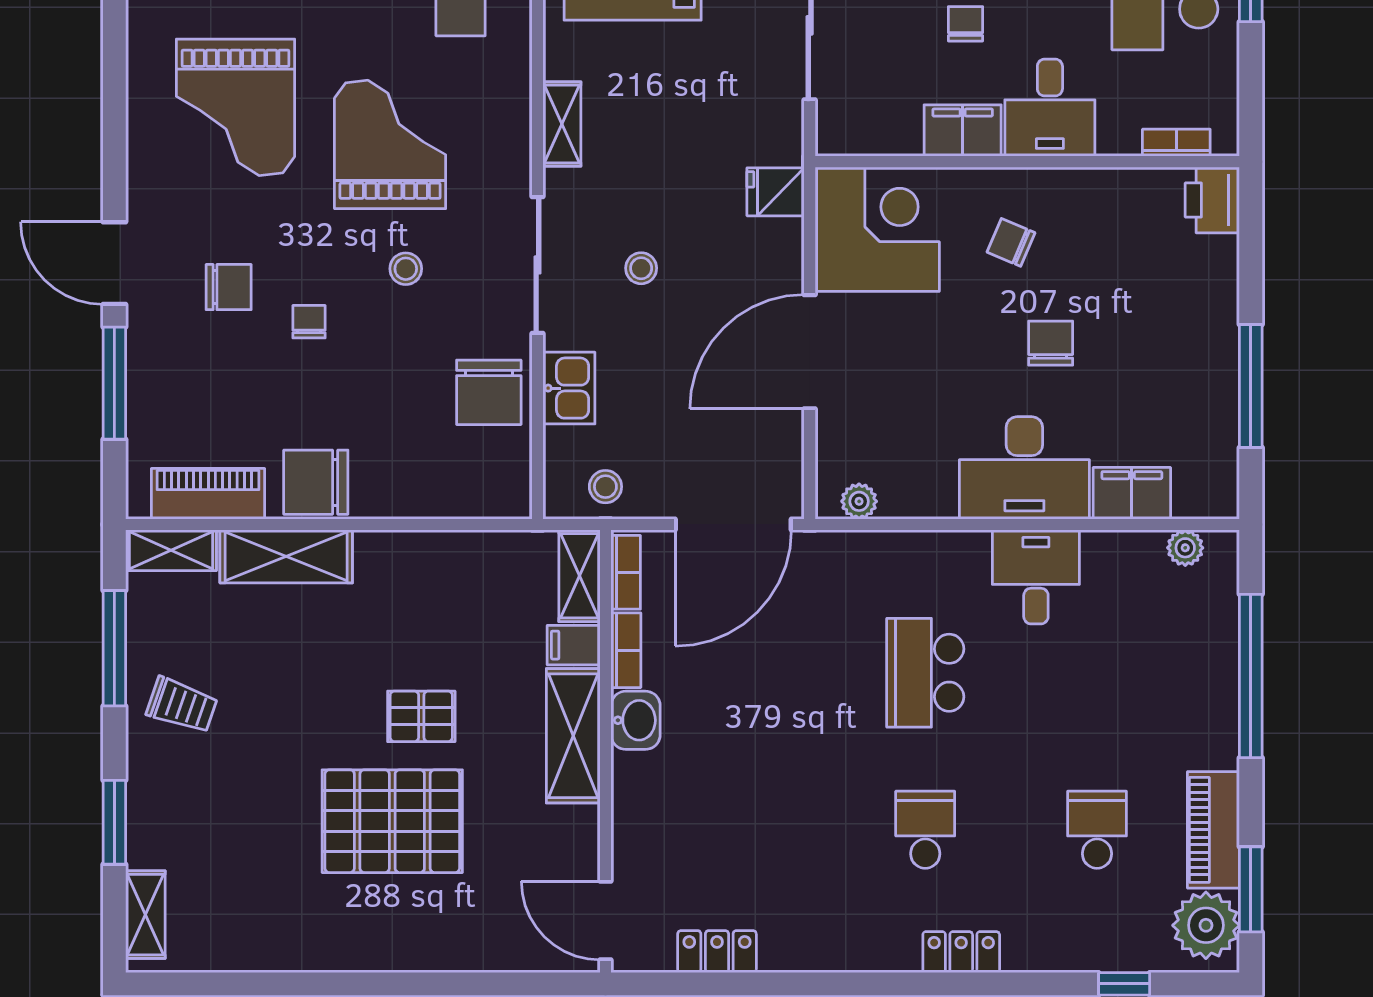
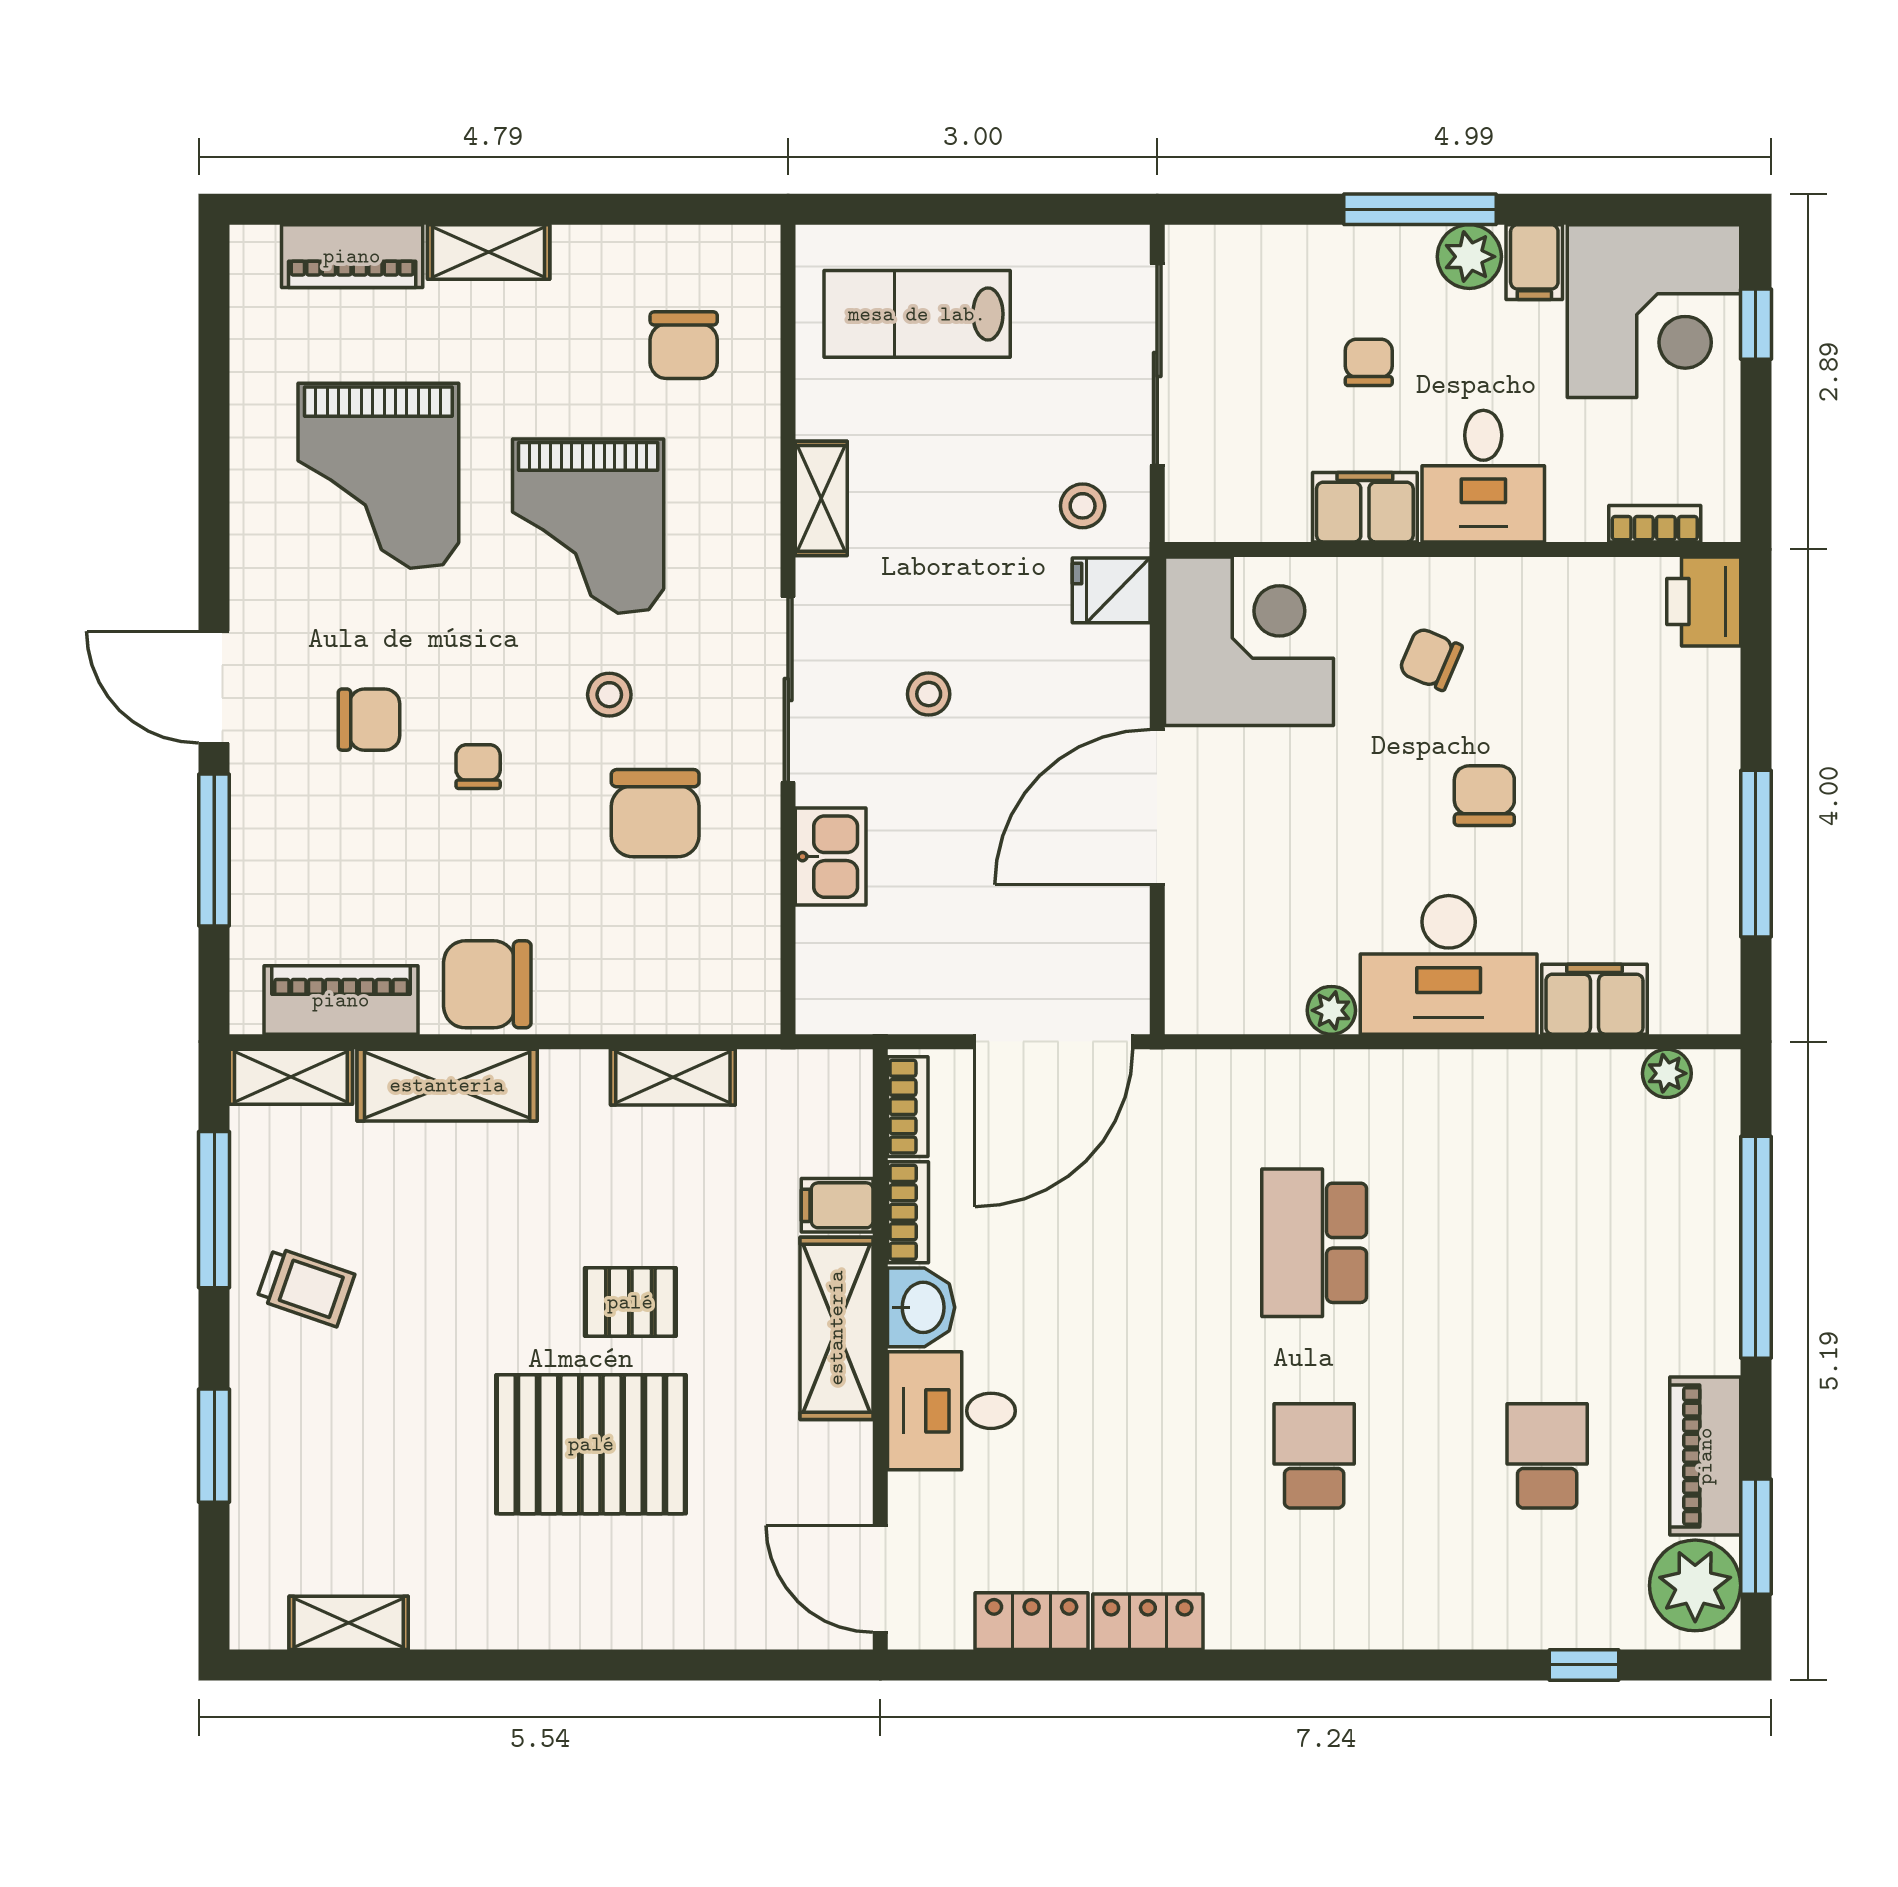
grand piano: (390, 144) -> (588, 526), turned 180
chair: (489, 392) -> (655, 813), moved
stool: (605, 487) -> (1083, 506), moved
plant: (859, 501) -> (1331, 1010), moved
shelving: (579, 576) -> (673, 1077), moved, turned 90
desk: (1036, 577) -> (951, 1411), moved, turned -90
shelving: (145, 915) -> (349, 1623), moved, turned 90
locker: (961, 952) -> (1148, 1622), moved

